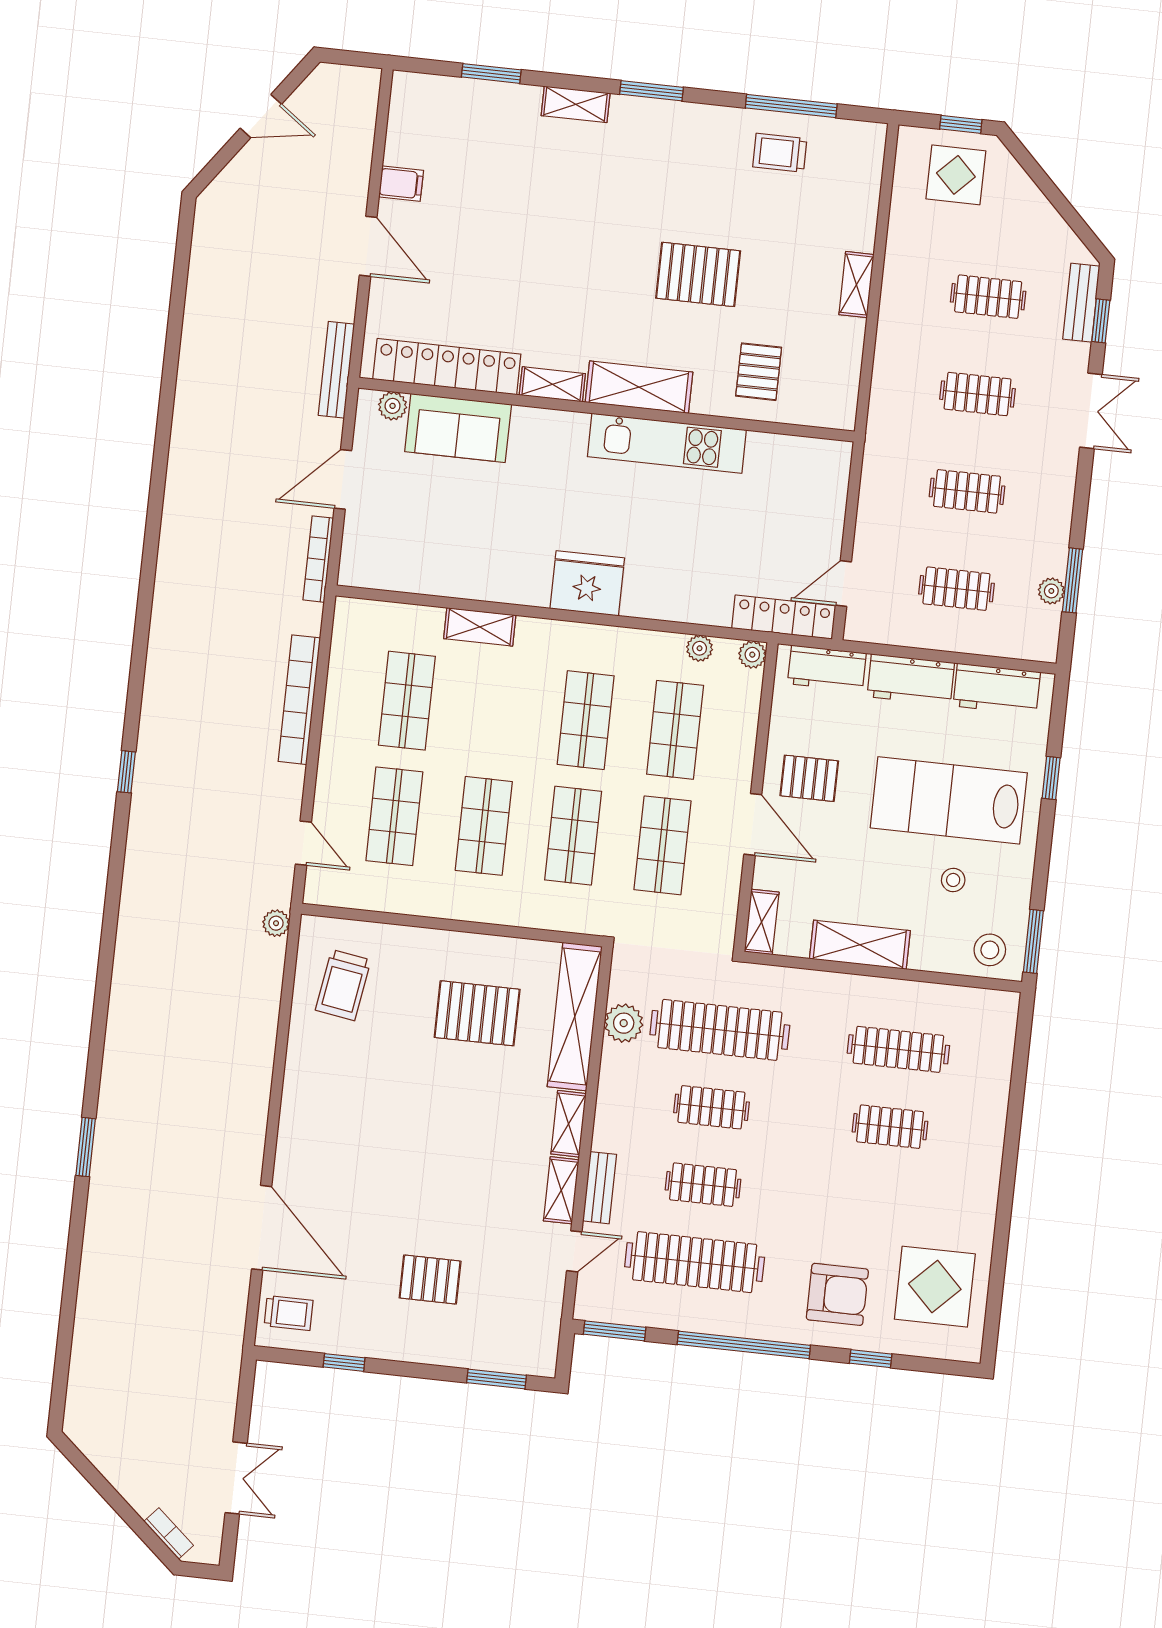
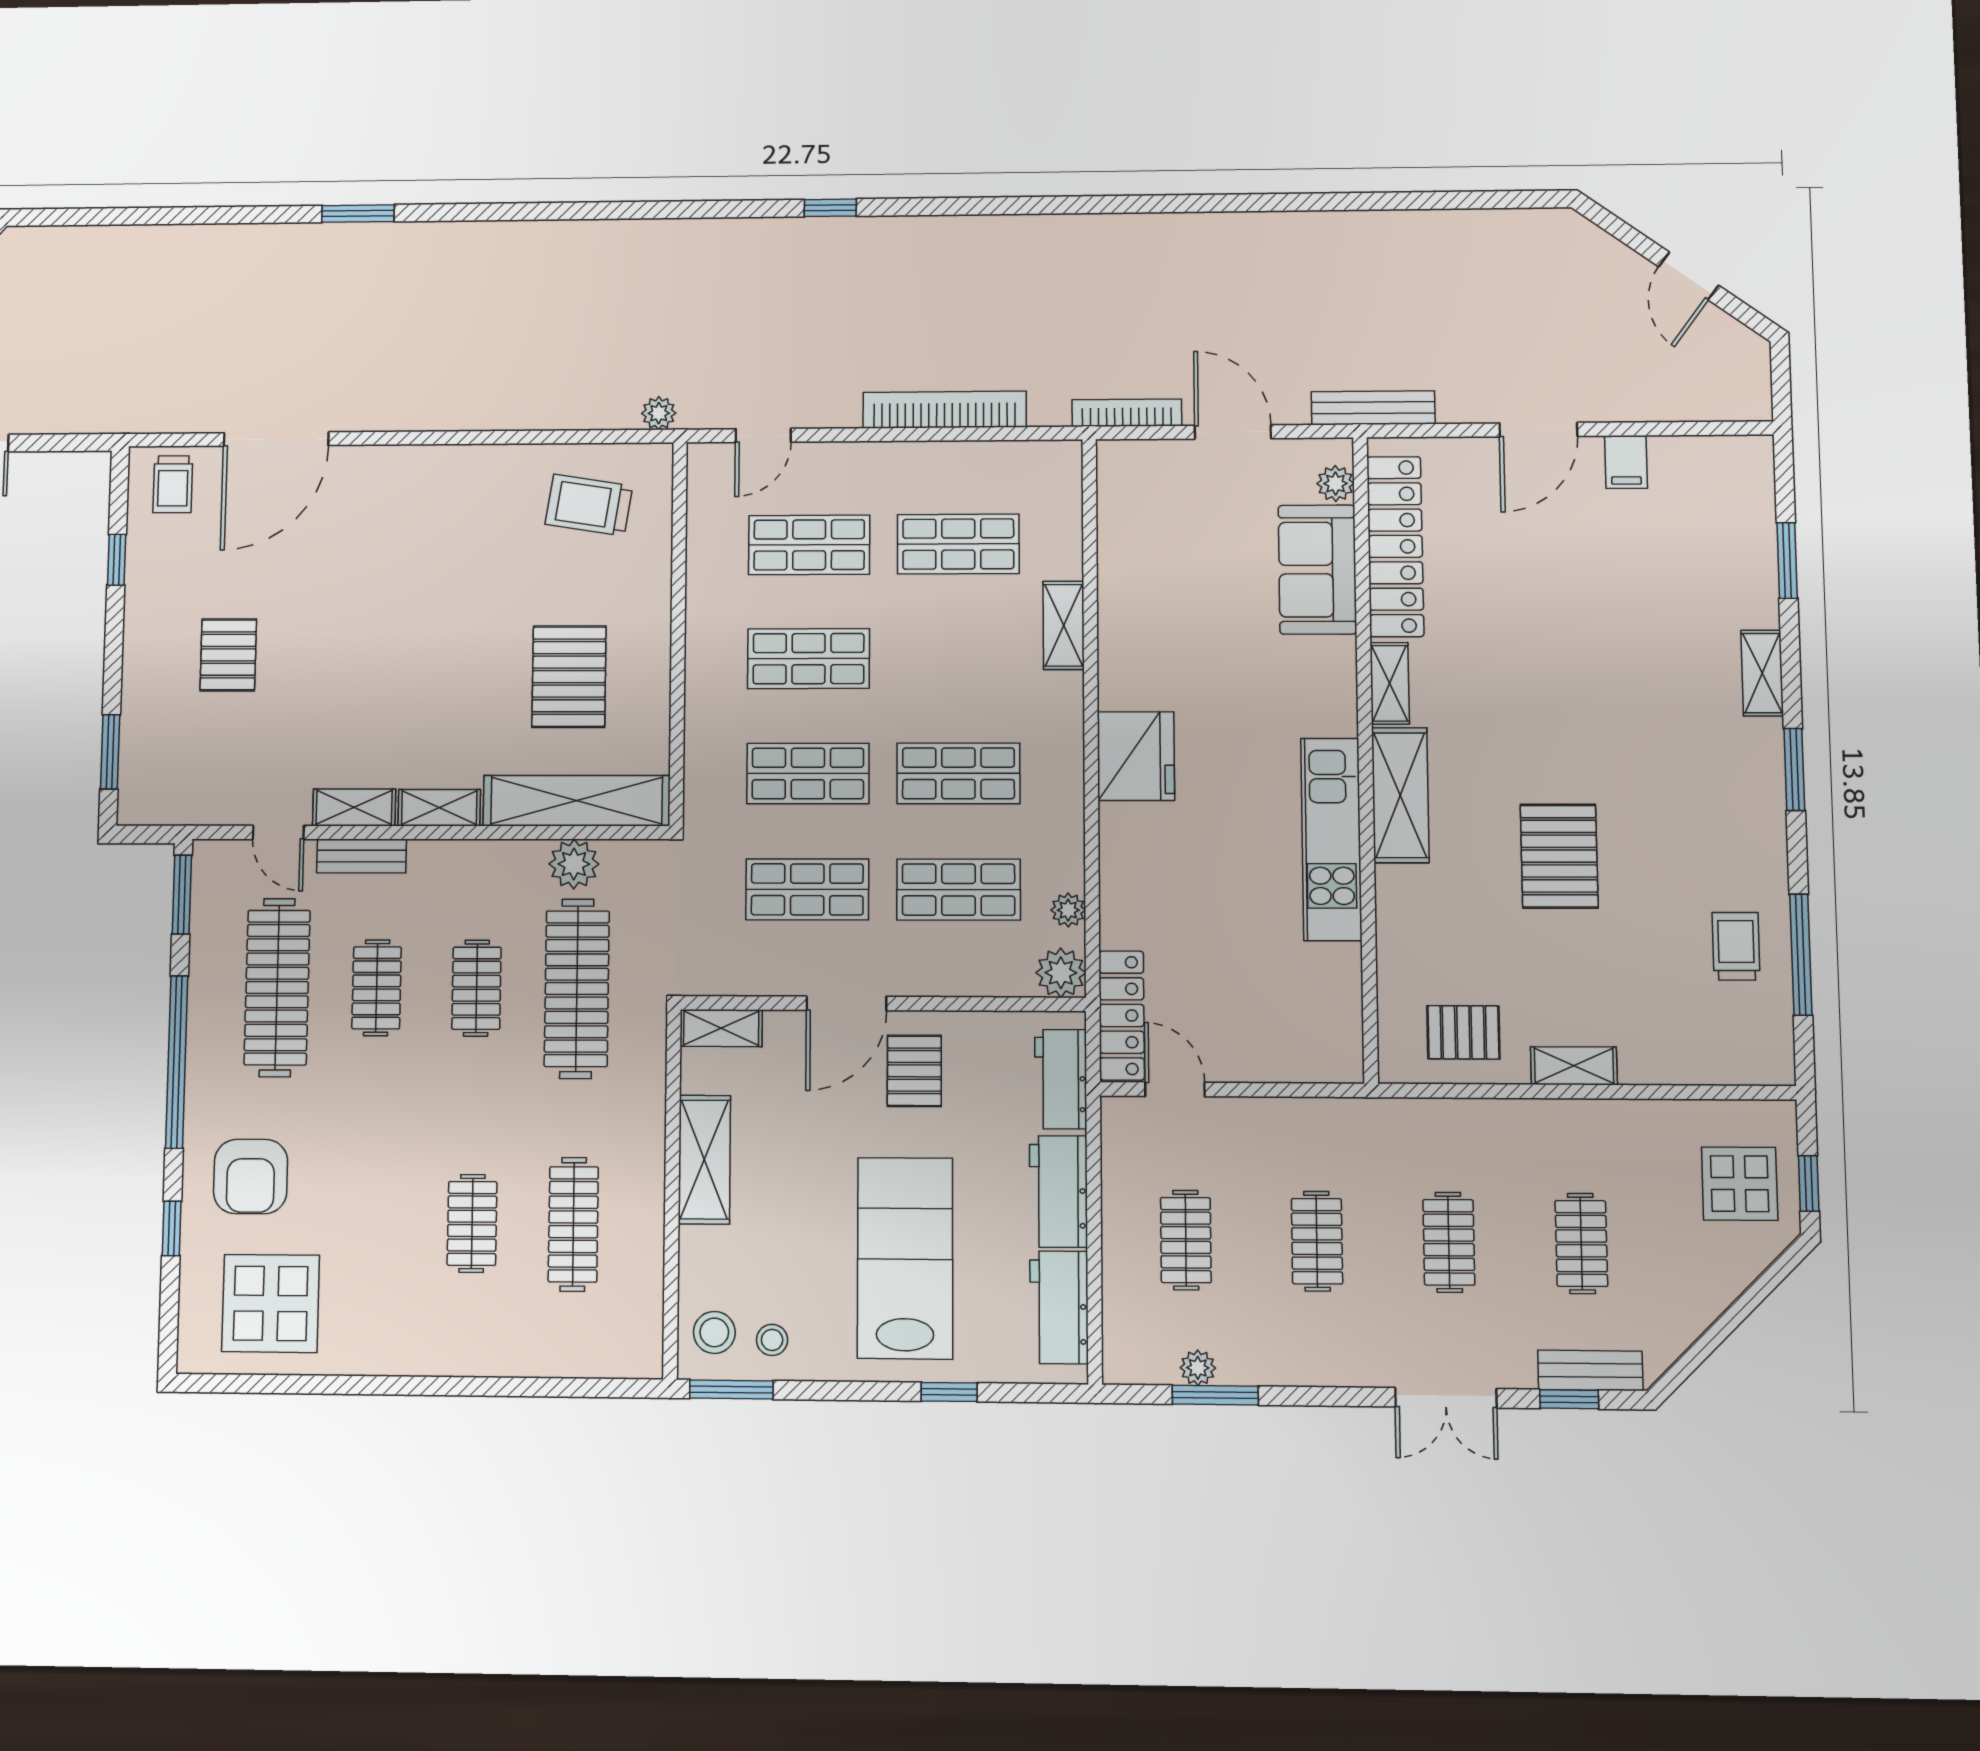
pallet: (759, 372) -> (1463, 1032), moved
plant: (752, 655) -> (1061, 973), width x1.38, depth x1.38
stool: (953, 880) -> (772, 1340), moved

